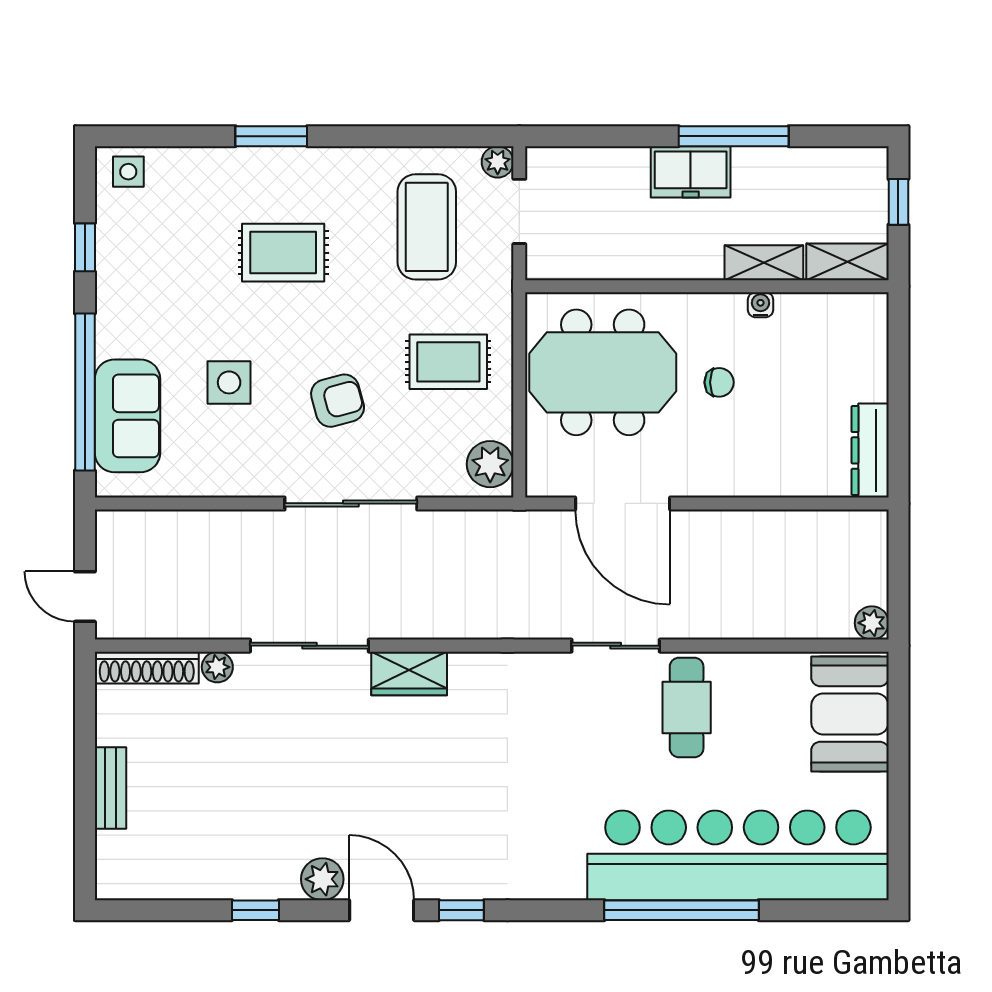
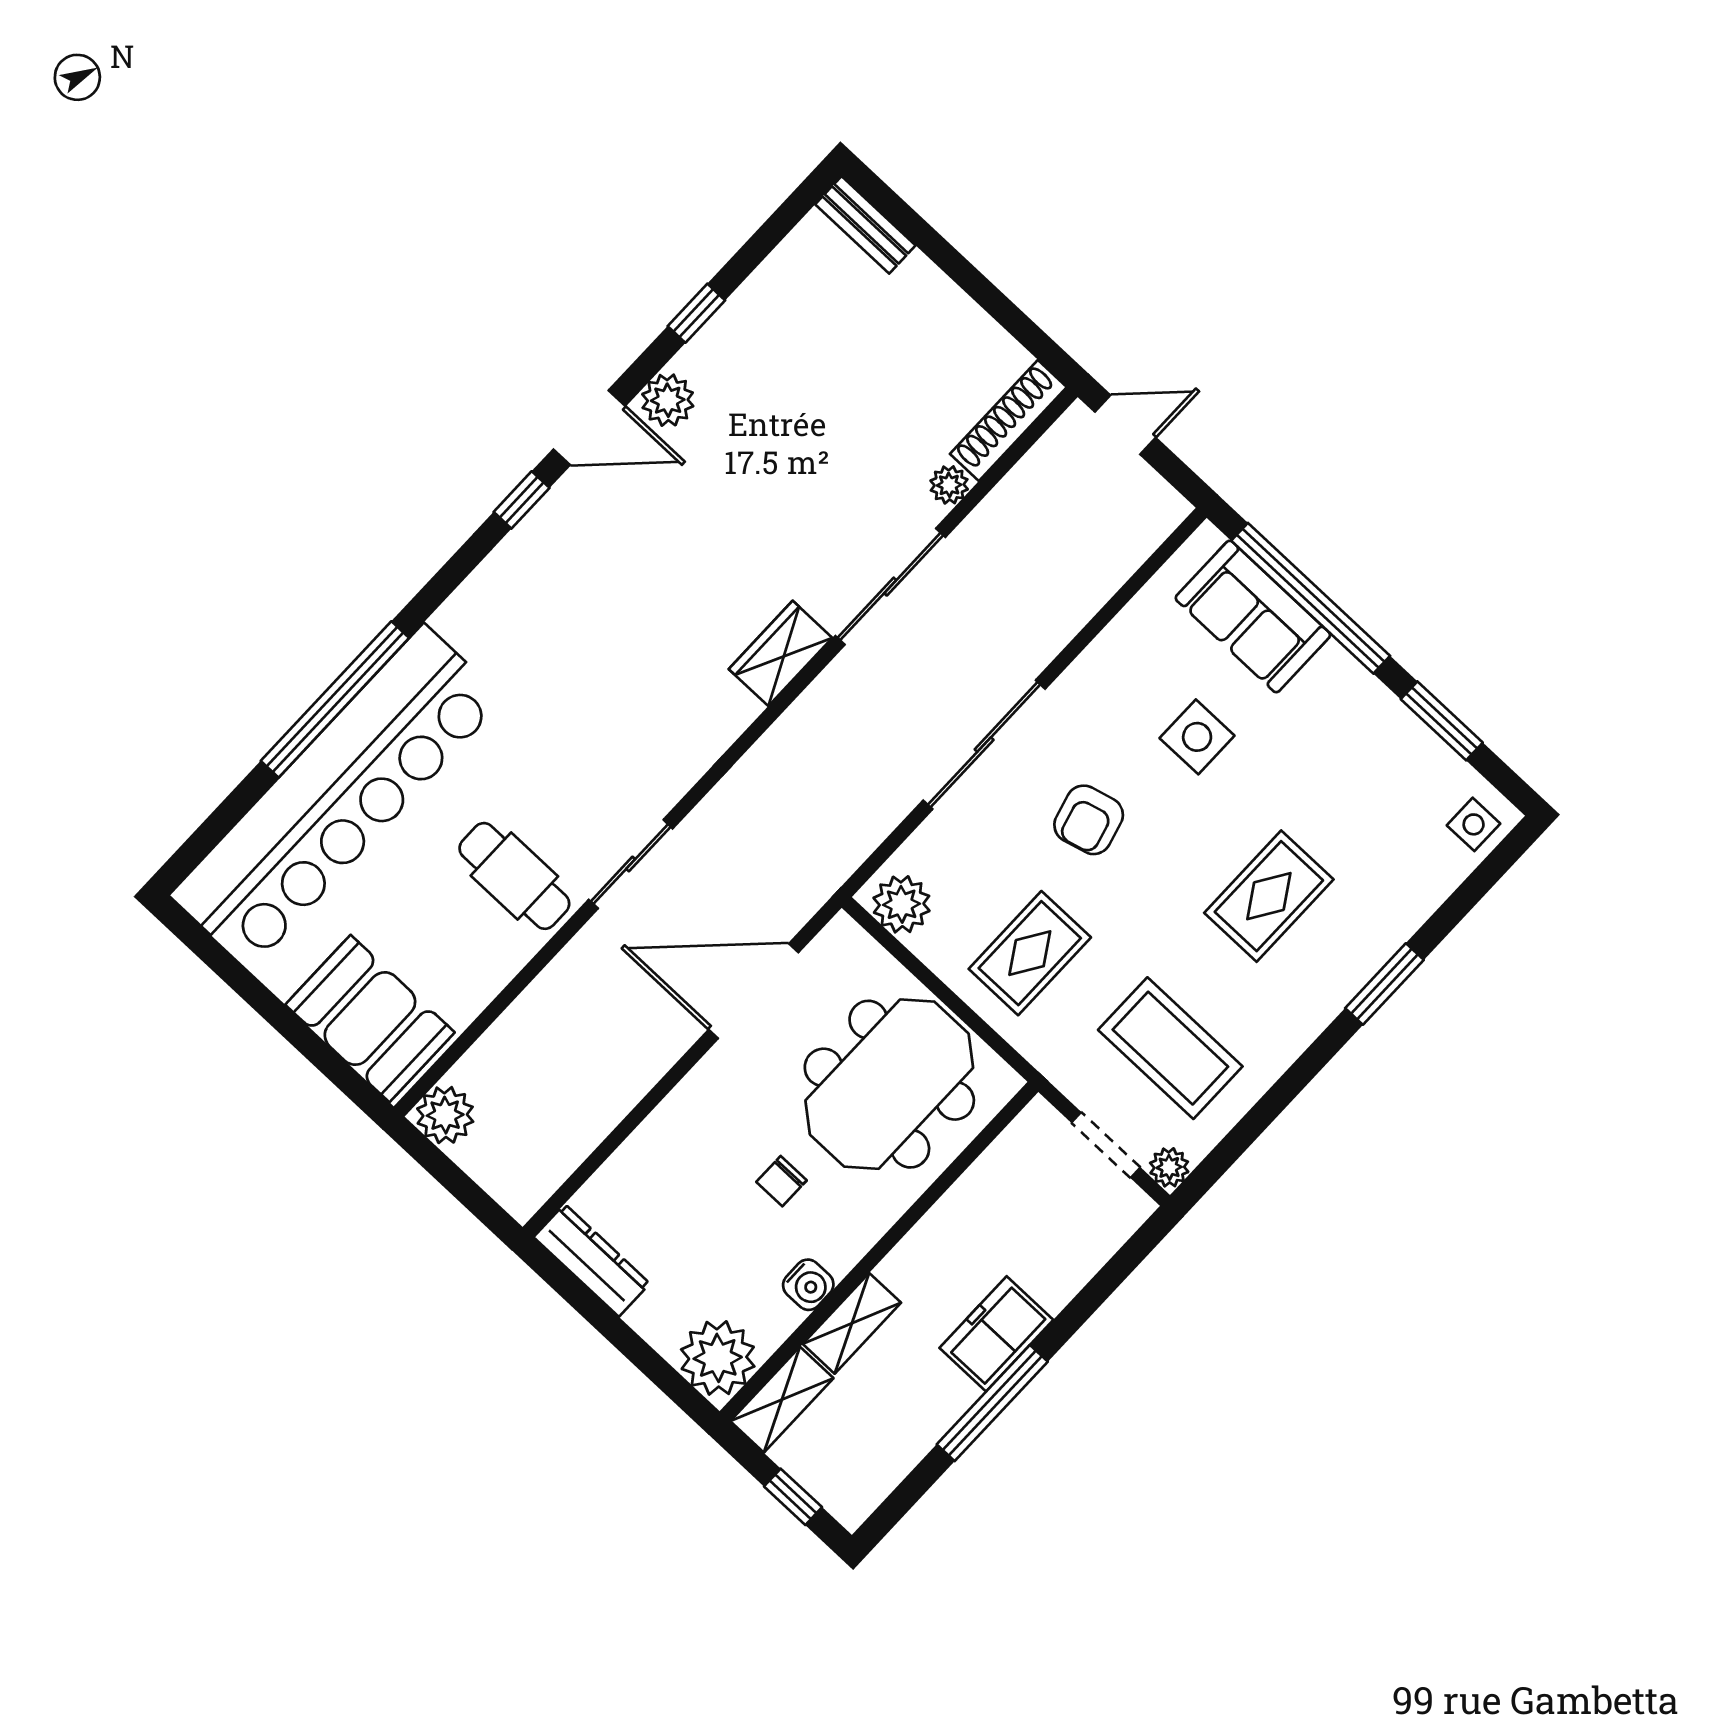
window: (85, 247) -> (1442, 721), width x1.50
water cooler: (761, 305) -> (808, 1285), width x1.38, depth x1.38
plant: (858, 323) -> (718, 1358), added
plant: (872, 623) -> (445, 1115), width x1.38, depth x1.38
bench: (110, 788) -> (865, 225), moved

